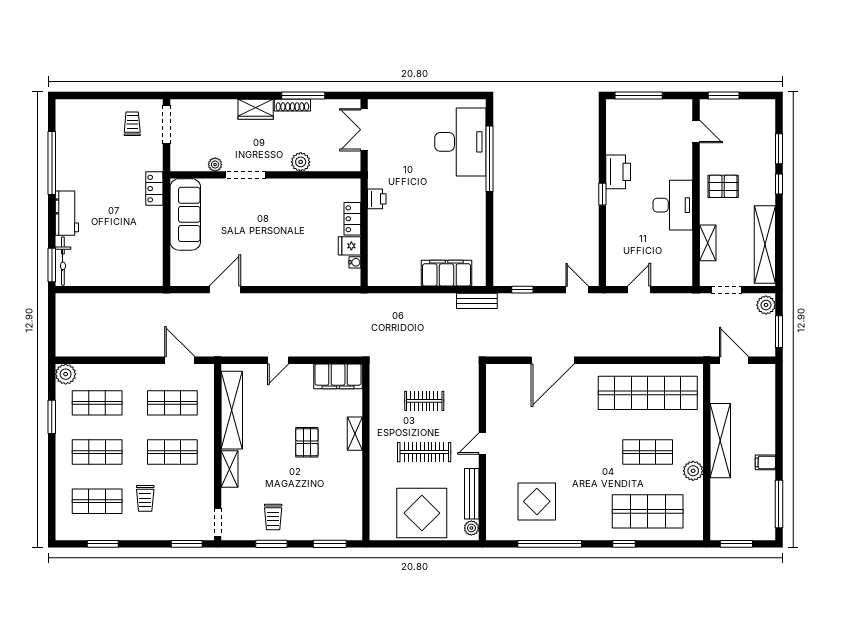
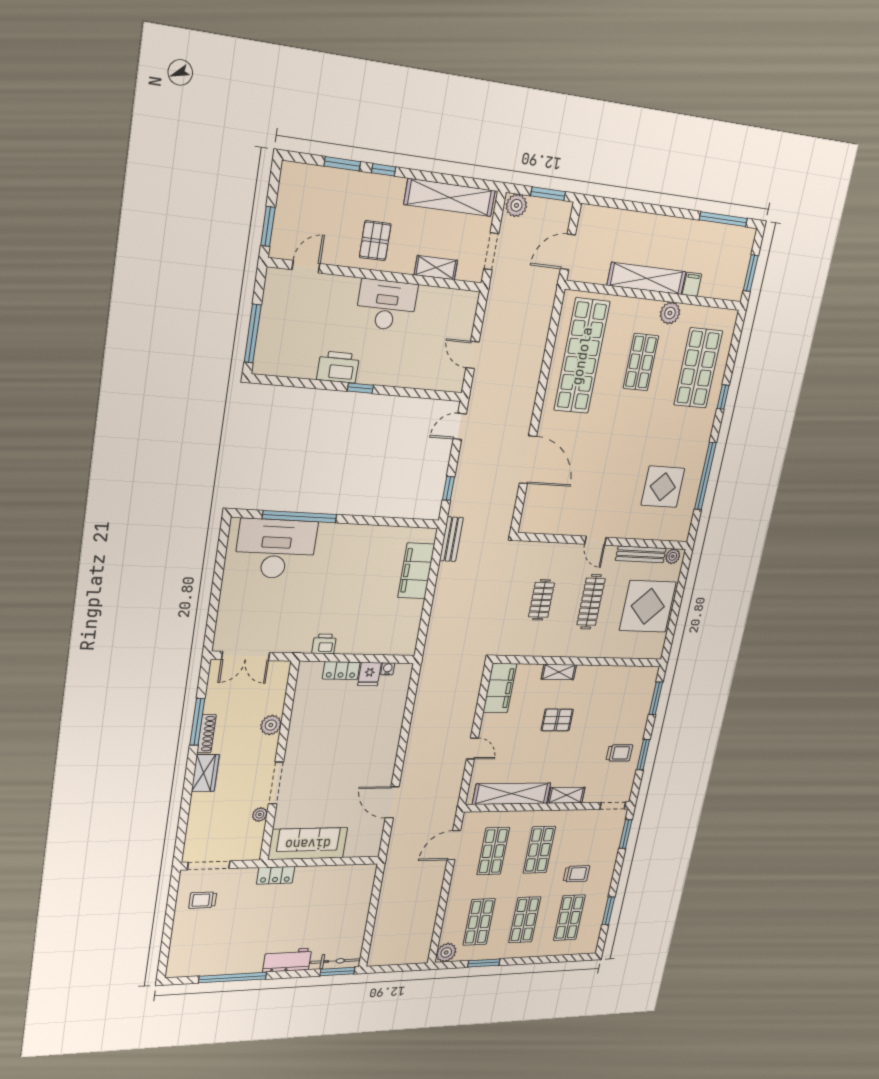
filing cabinet: (765, 462) -> (692, 284), moved, turned 180

